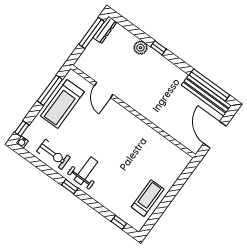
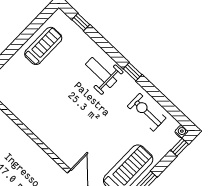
weight bench: (86, 171) -> (101, 73), moved, turned 90
treadmill: (148, 198) -> (43, 46), turned 180

